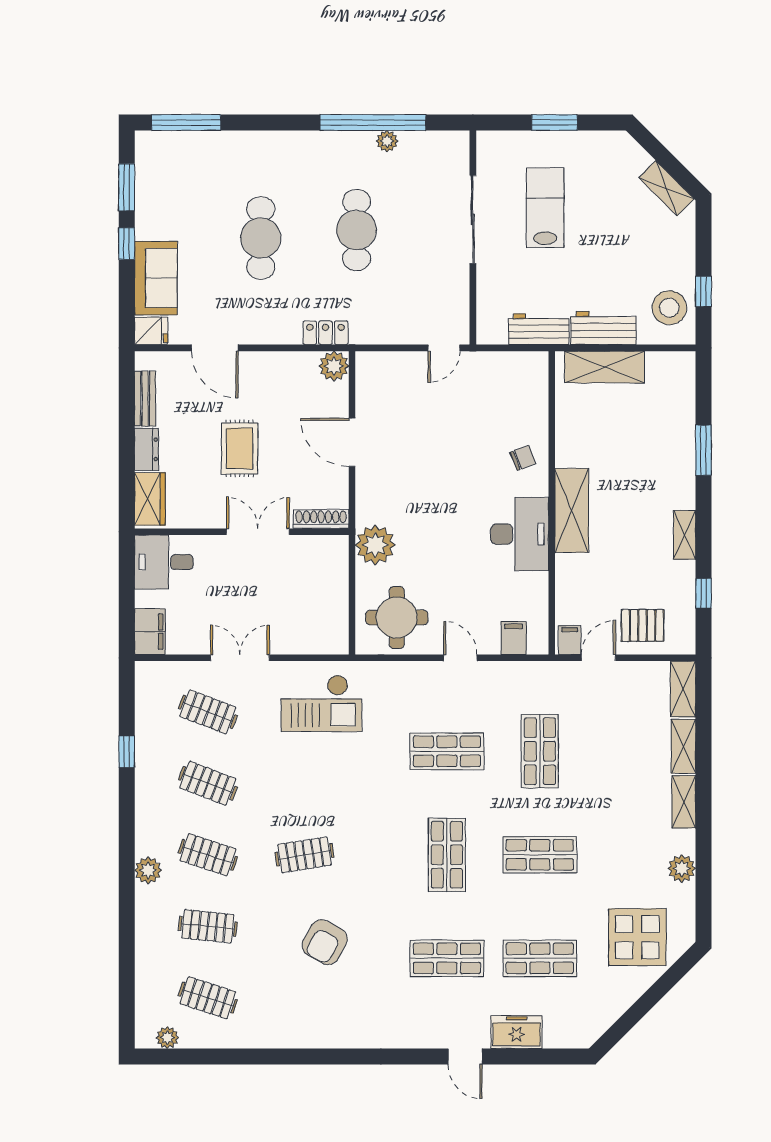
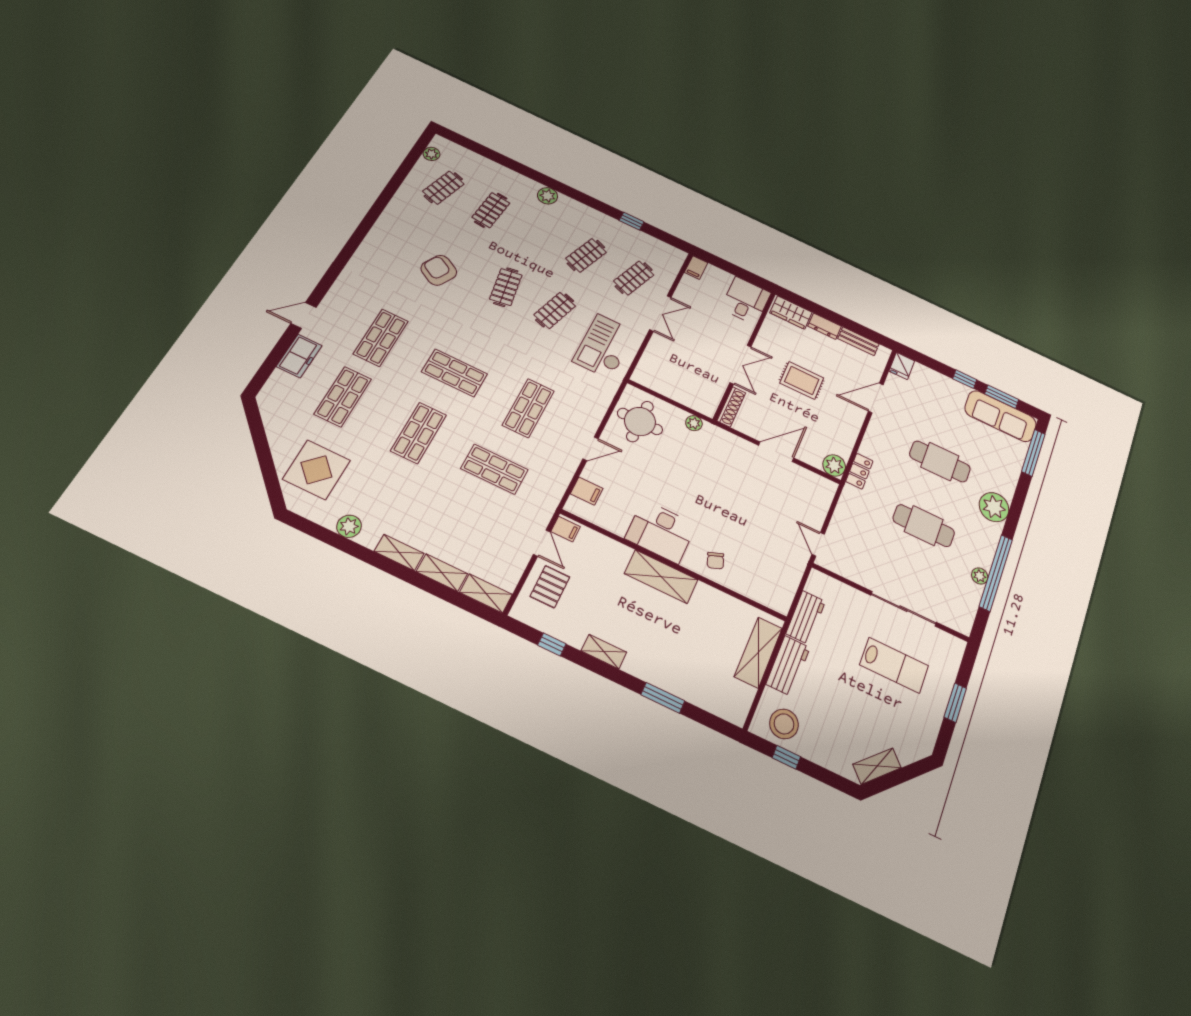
plant: (288, 151) -> (994, 507), added
sofa: (156, 278) -> (1001, 416), moved, width x1.36
plant: (375, 545) -> (694, 423), width x0.53, depth x0.53
filing cabinet: (150, 632) -> (696, 267), width x0.50
clothes rail: (208, 855) -> (555, 310), moved

